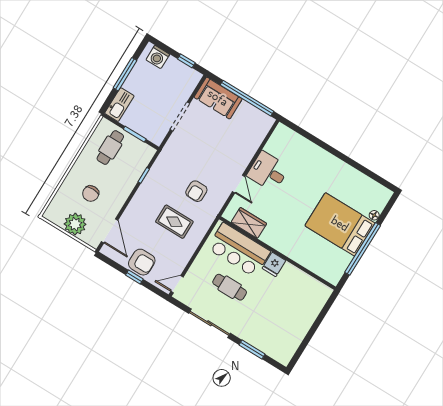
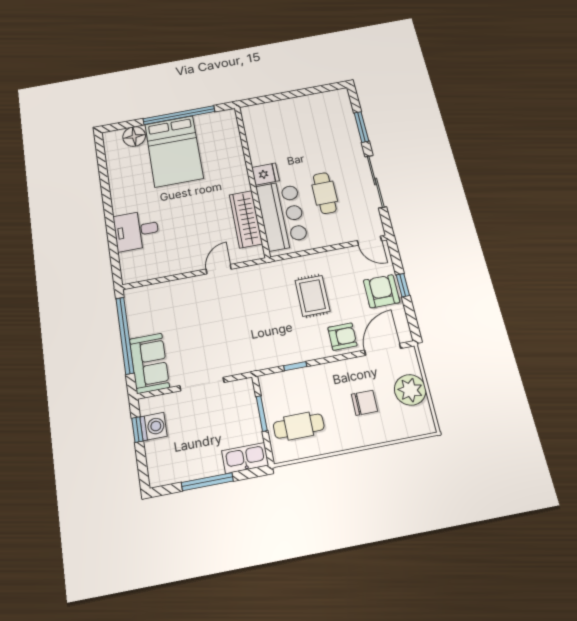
washing machine: (158, 57) -> (153, 427), moved
desk: (268, 171) -> (136, 231), moved, turned 90
armchair: (196, 191) -> (342, 337), moved
floor lamp: (374, 215) -> (134, 136), width x1.89, depth x1.89
wardrobe: (249, 223) -> (246, 219), width x1.50

